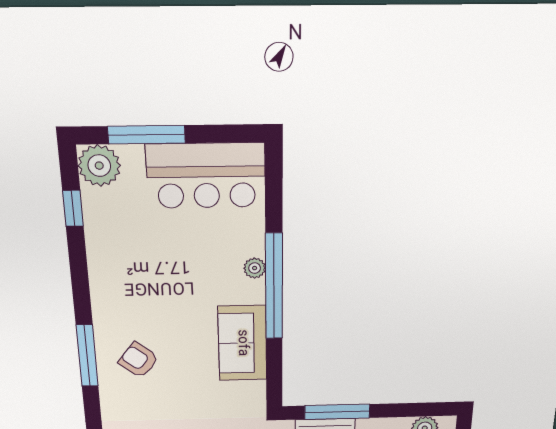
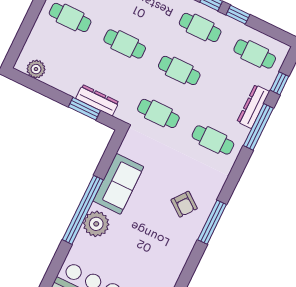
plant: (255, 268) -> (96, 224), width x1.87, depth x1.87
window: (337, 412) -> (84, 109), width x0.69

